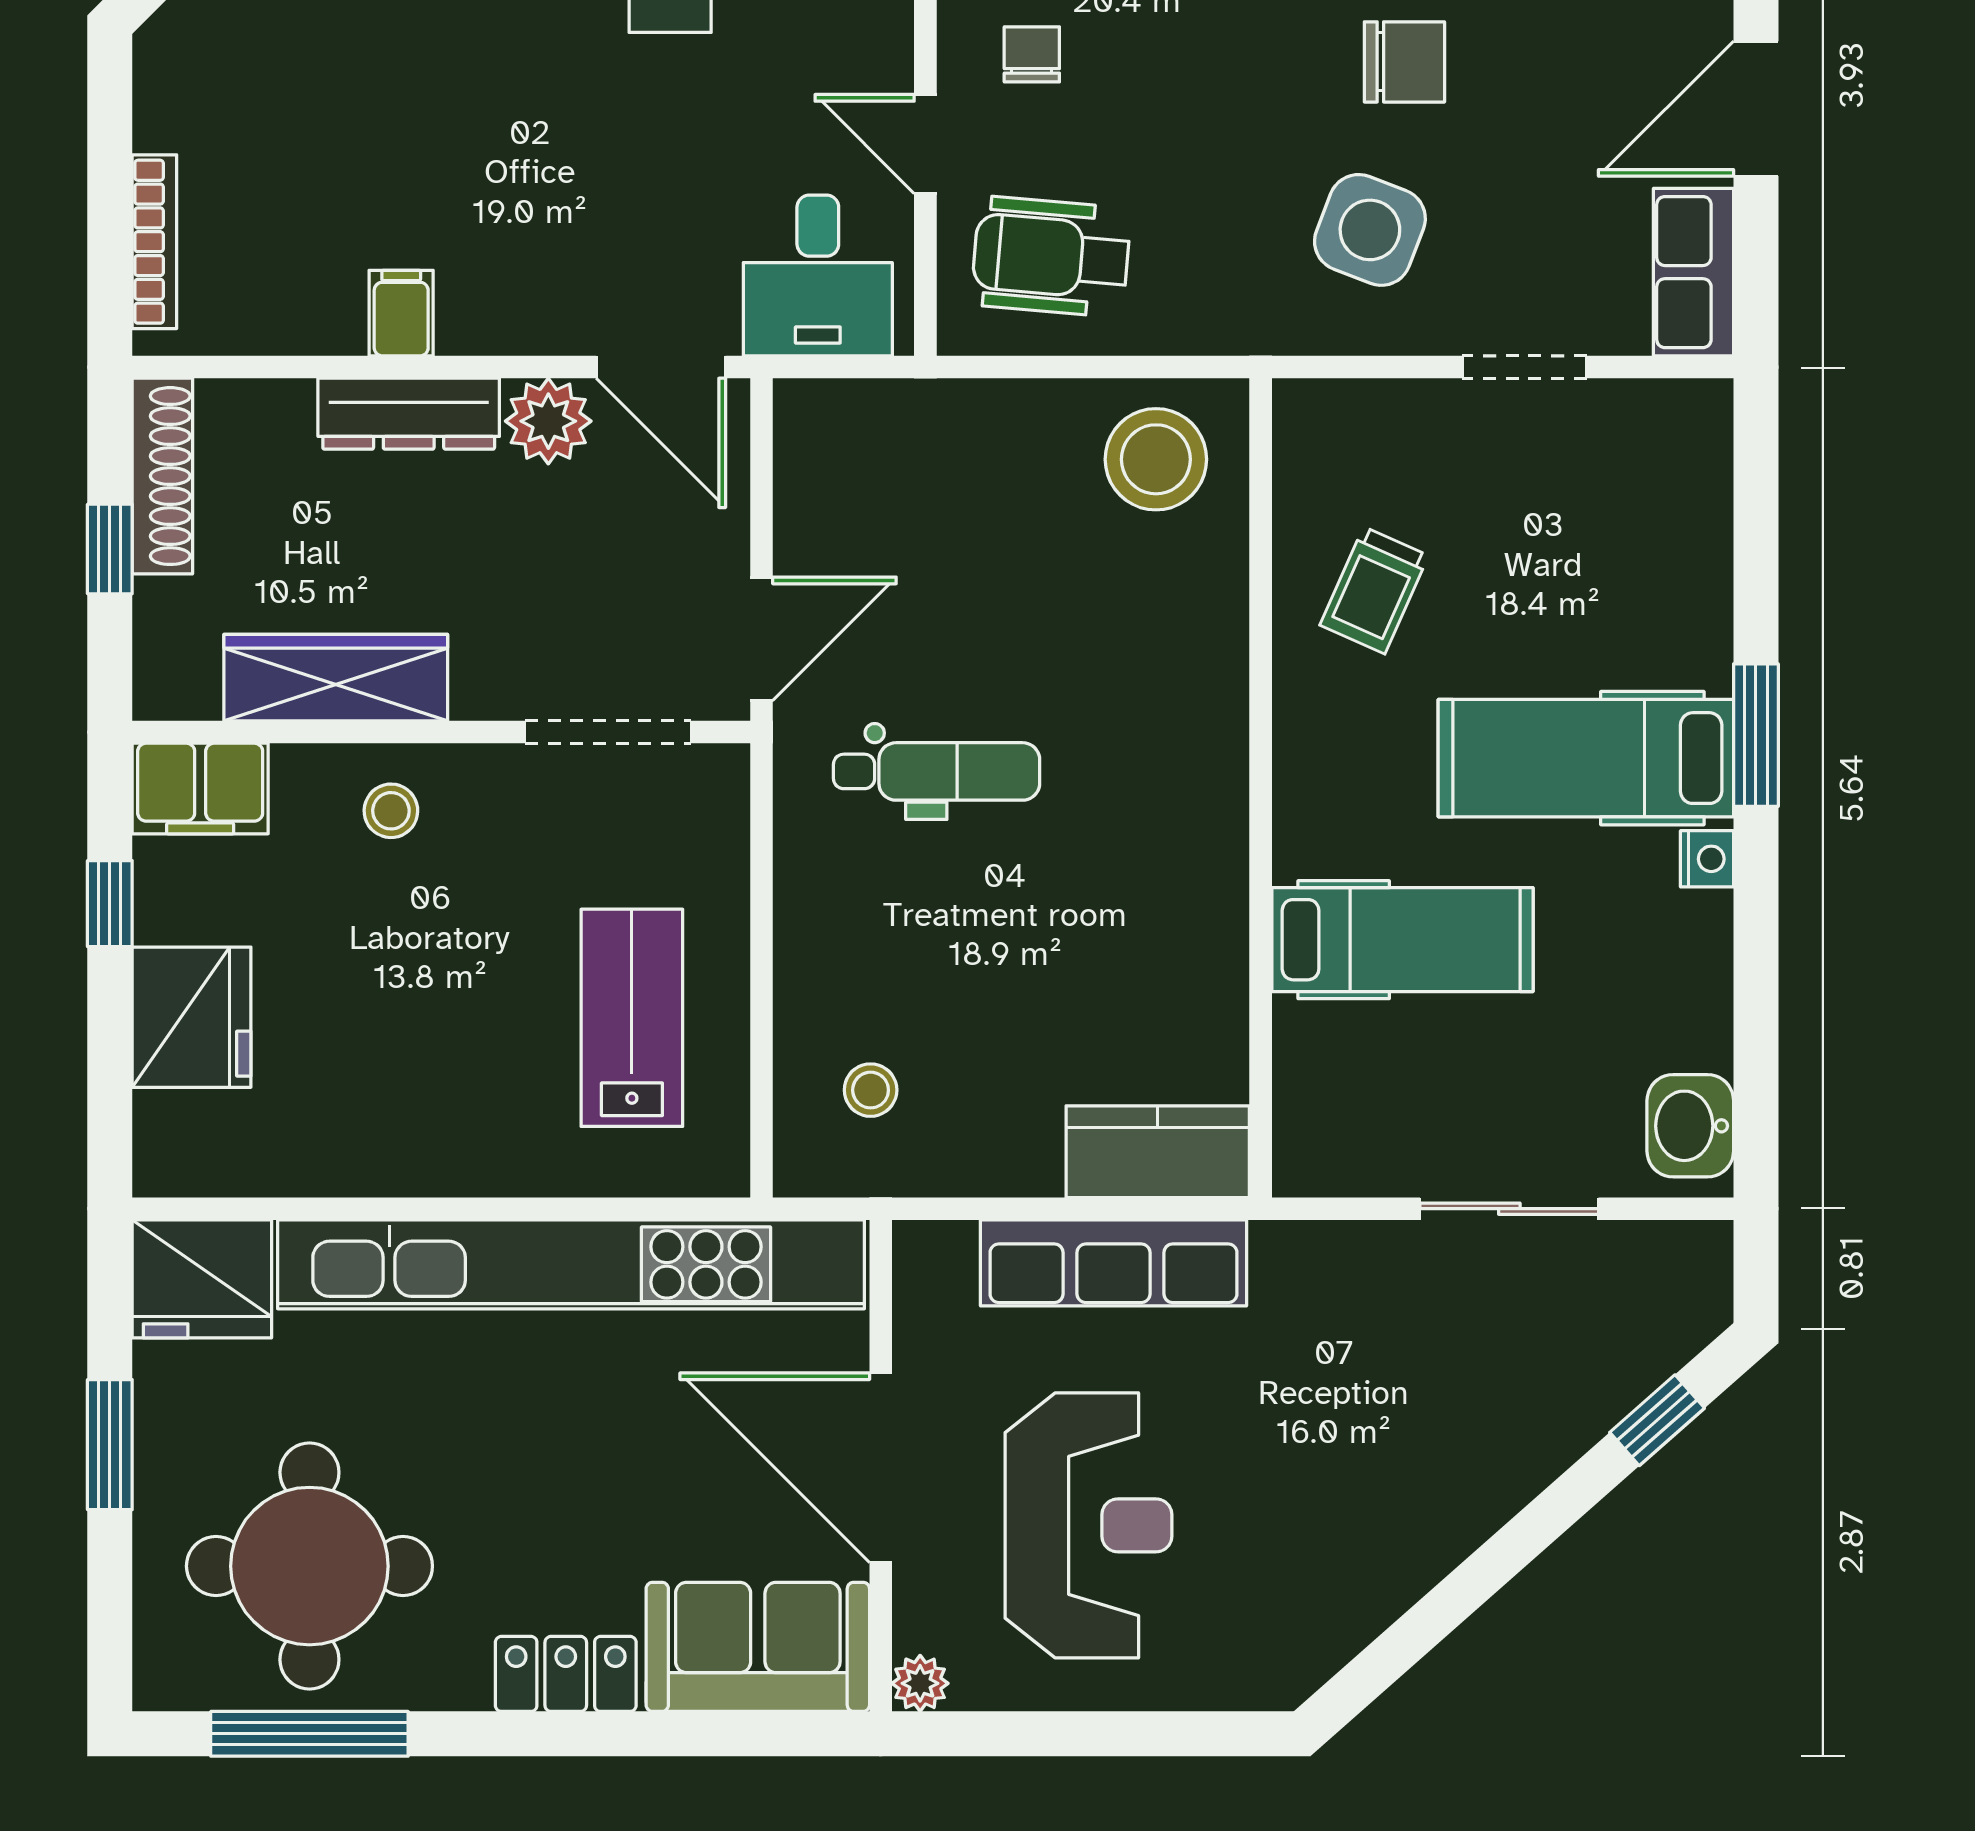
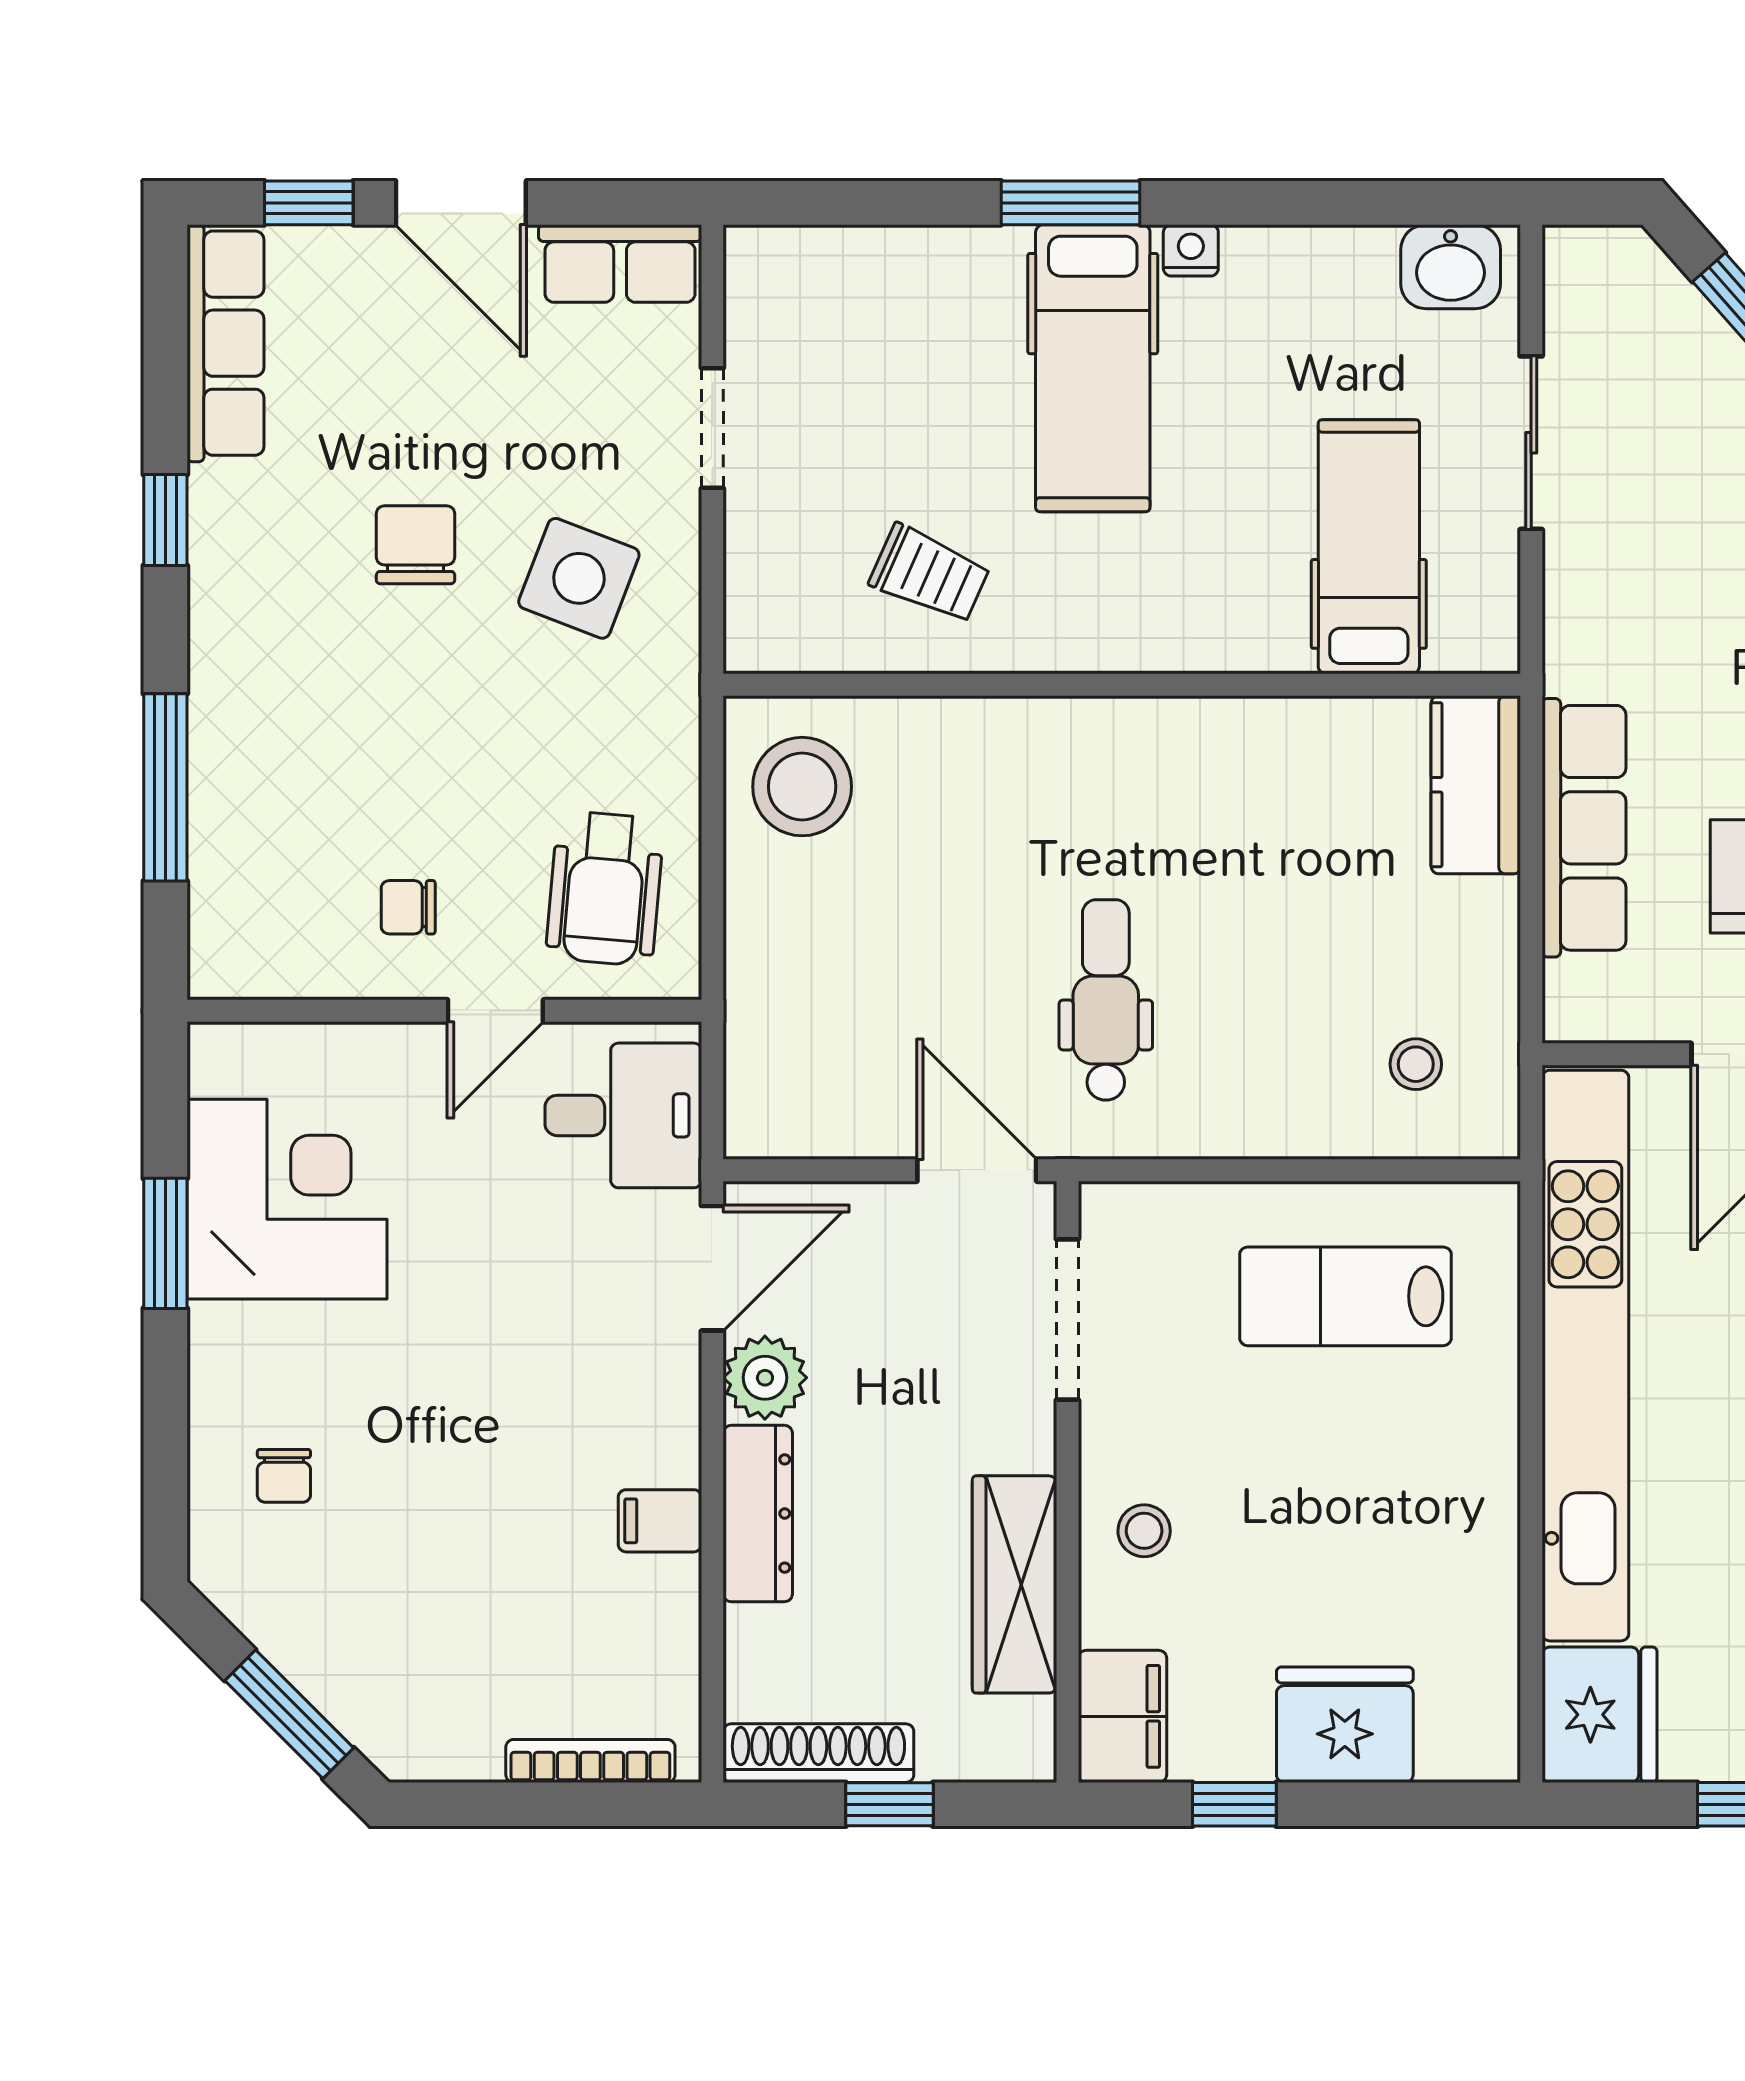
hospital bed: (1402, 940) -> (1369, 547), moved

